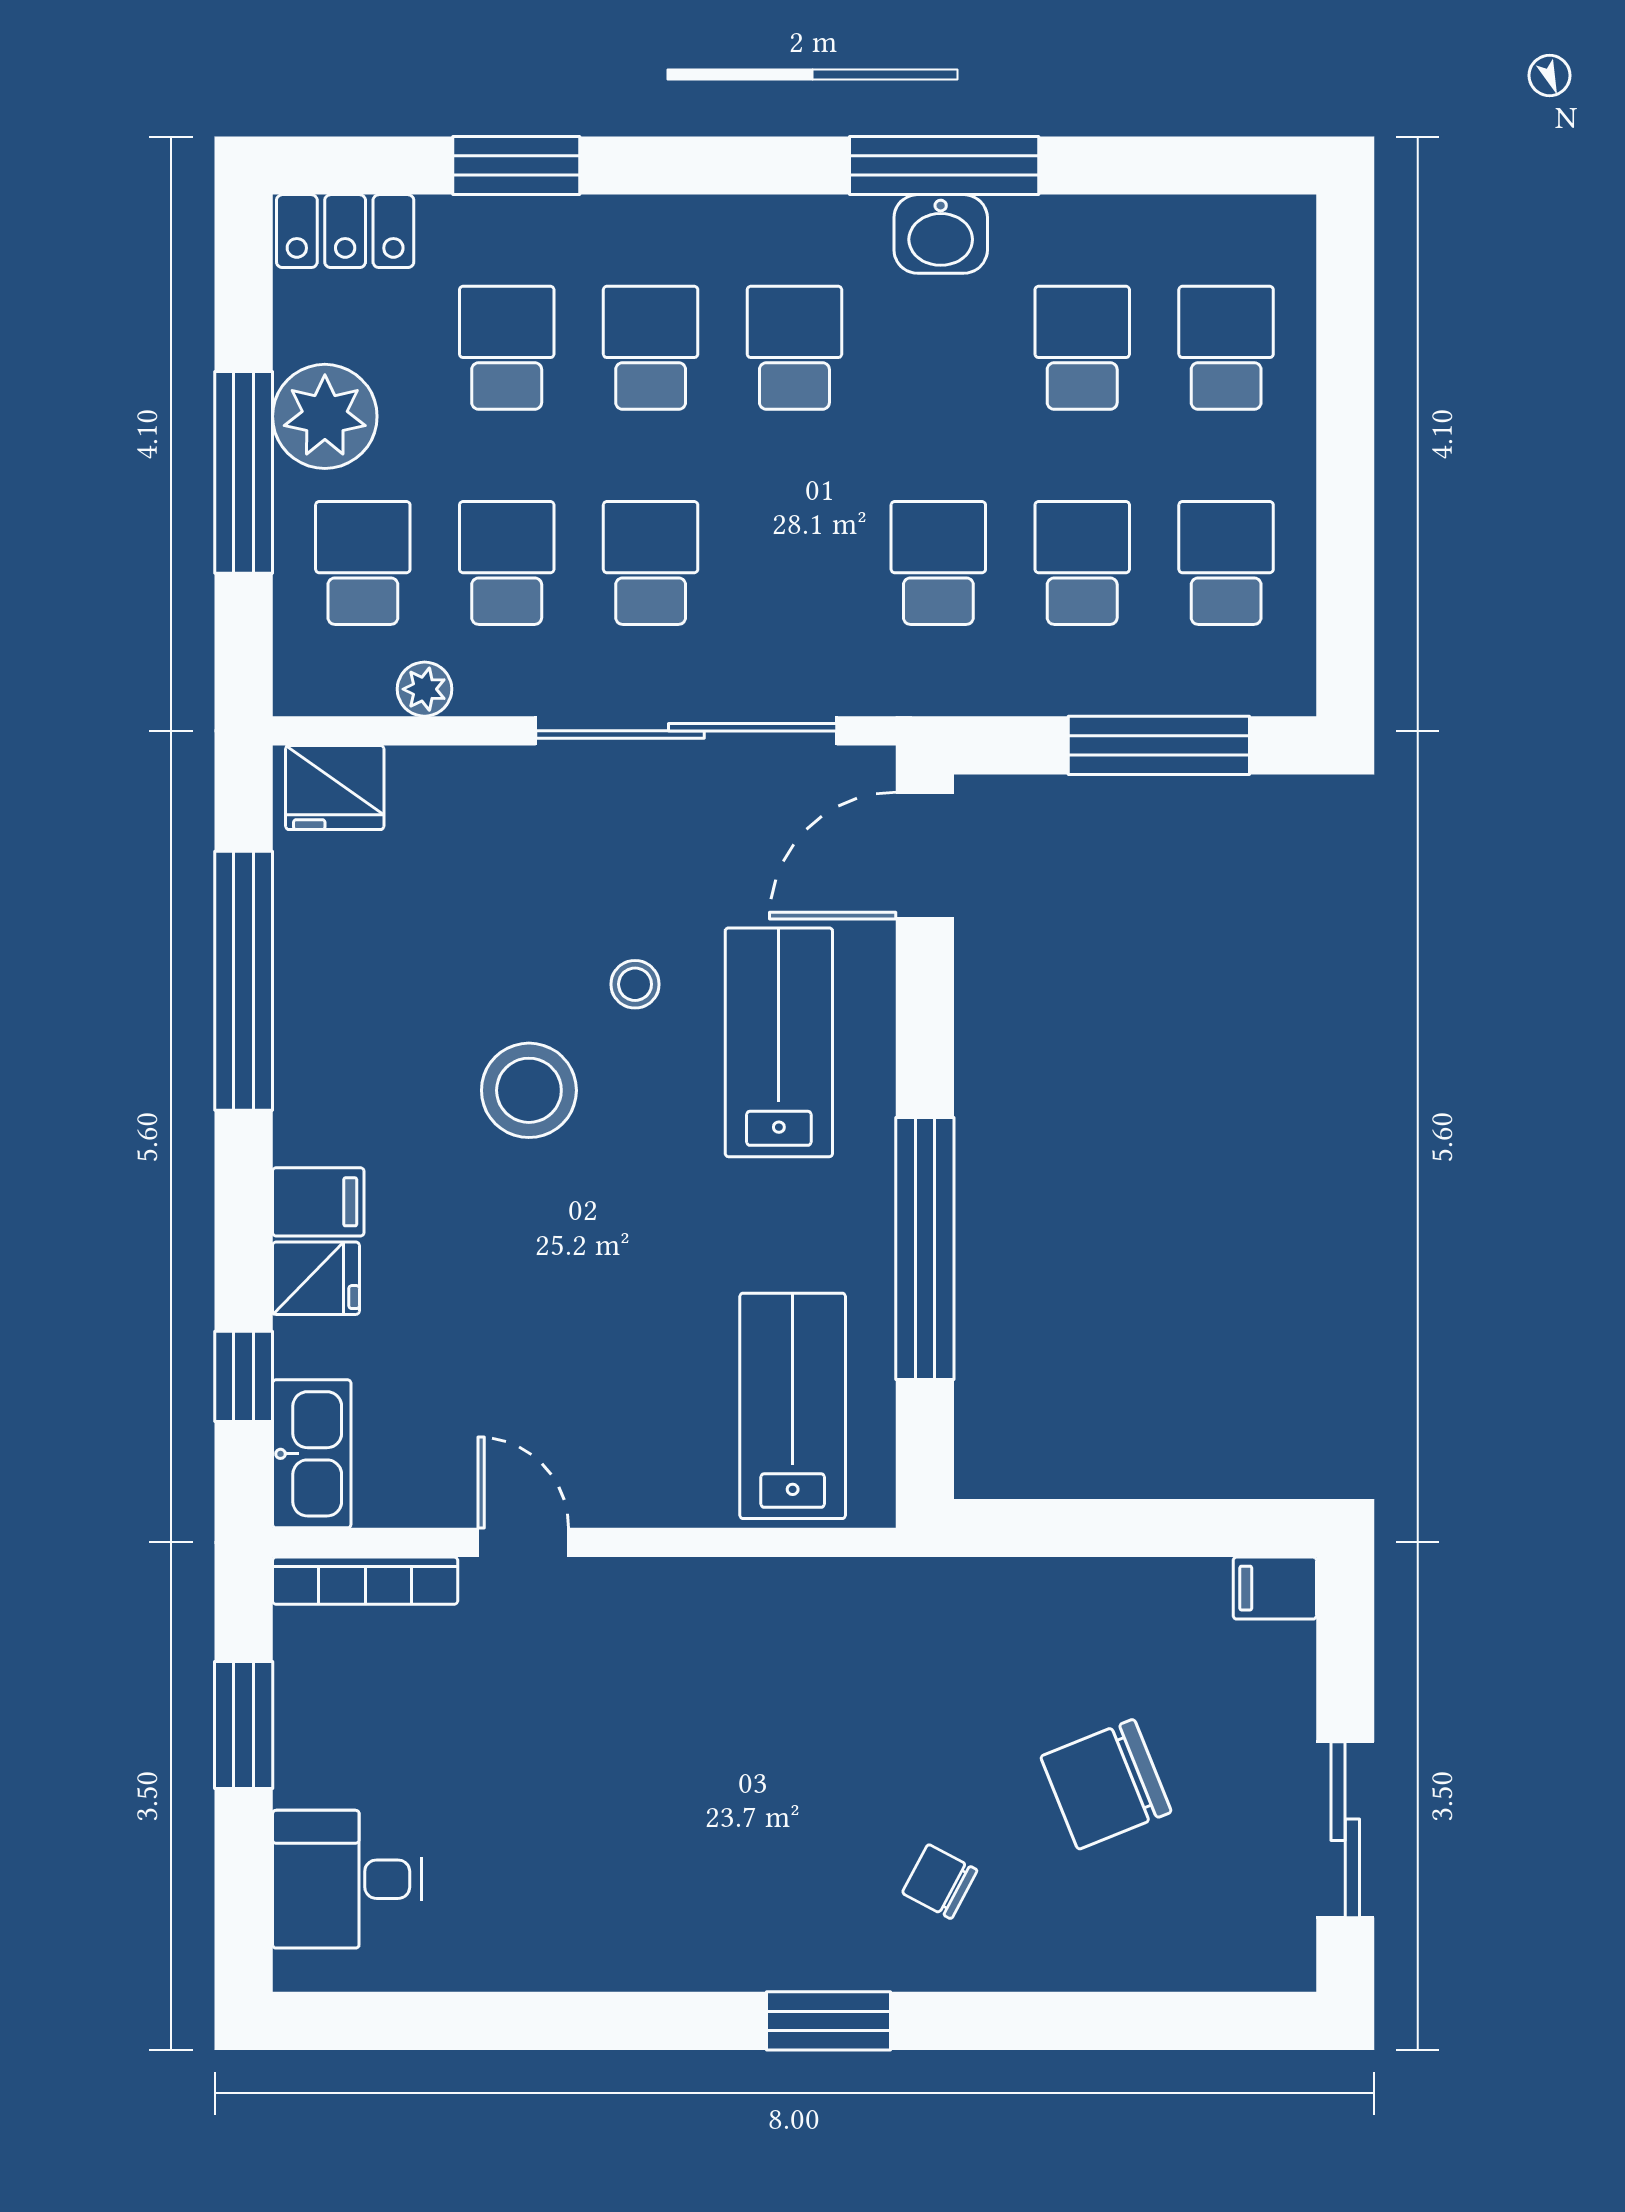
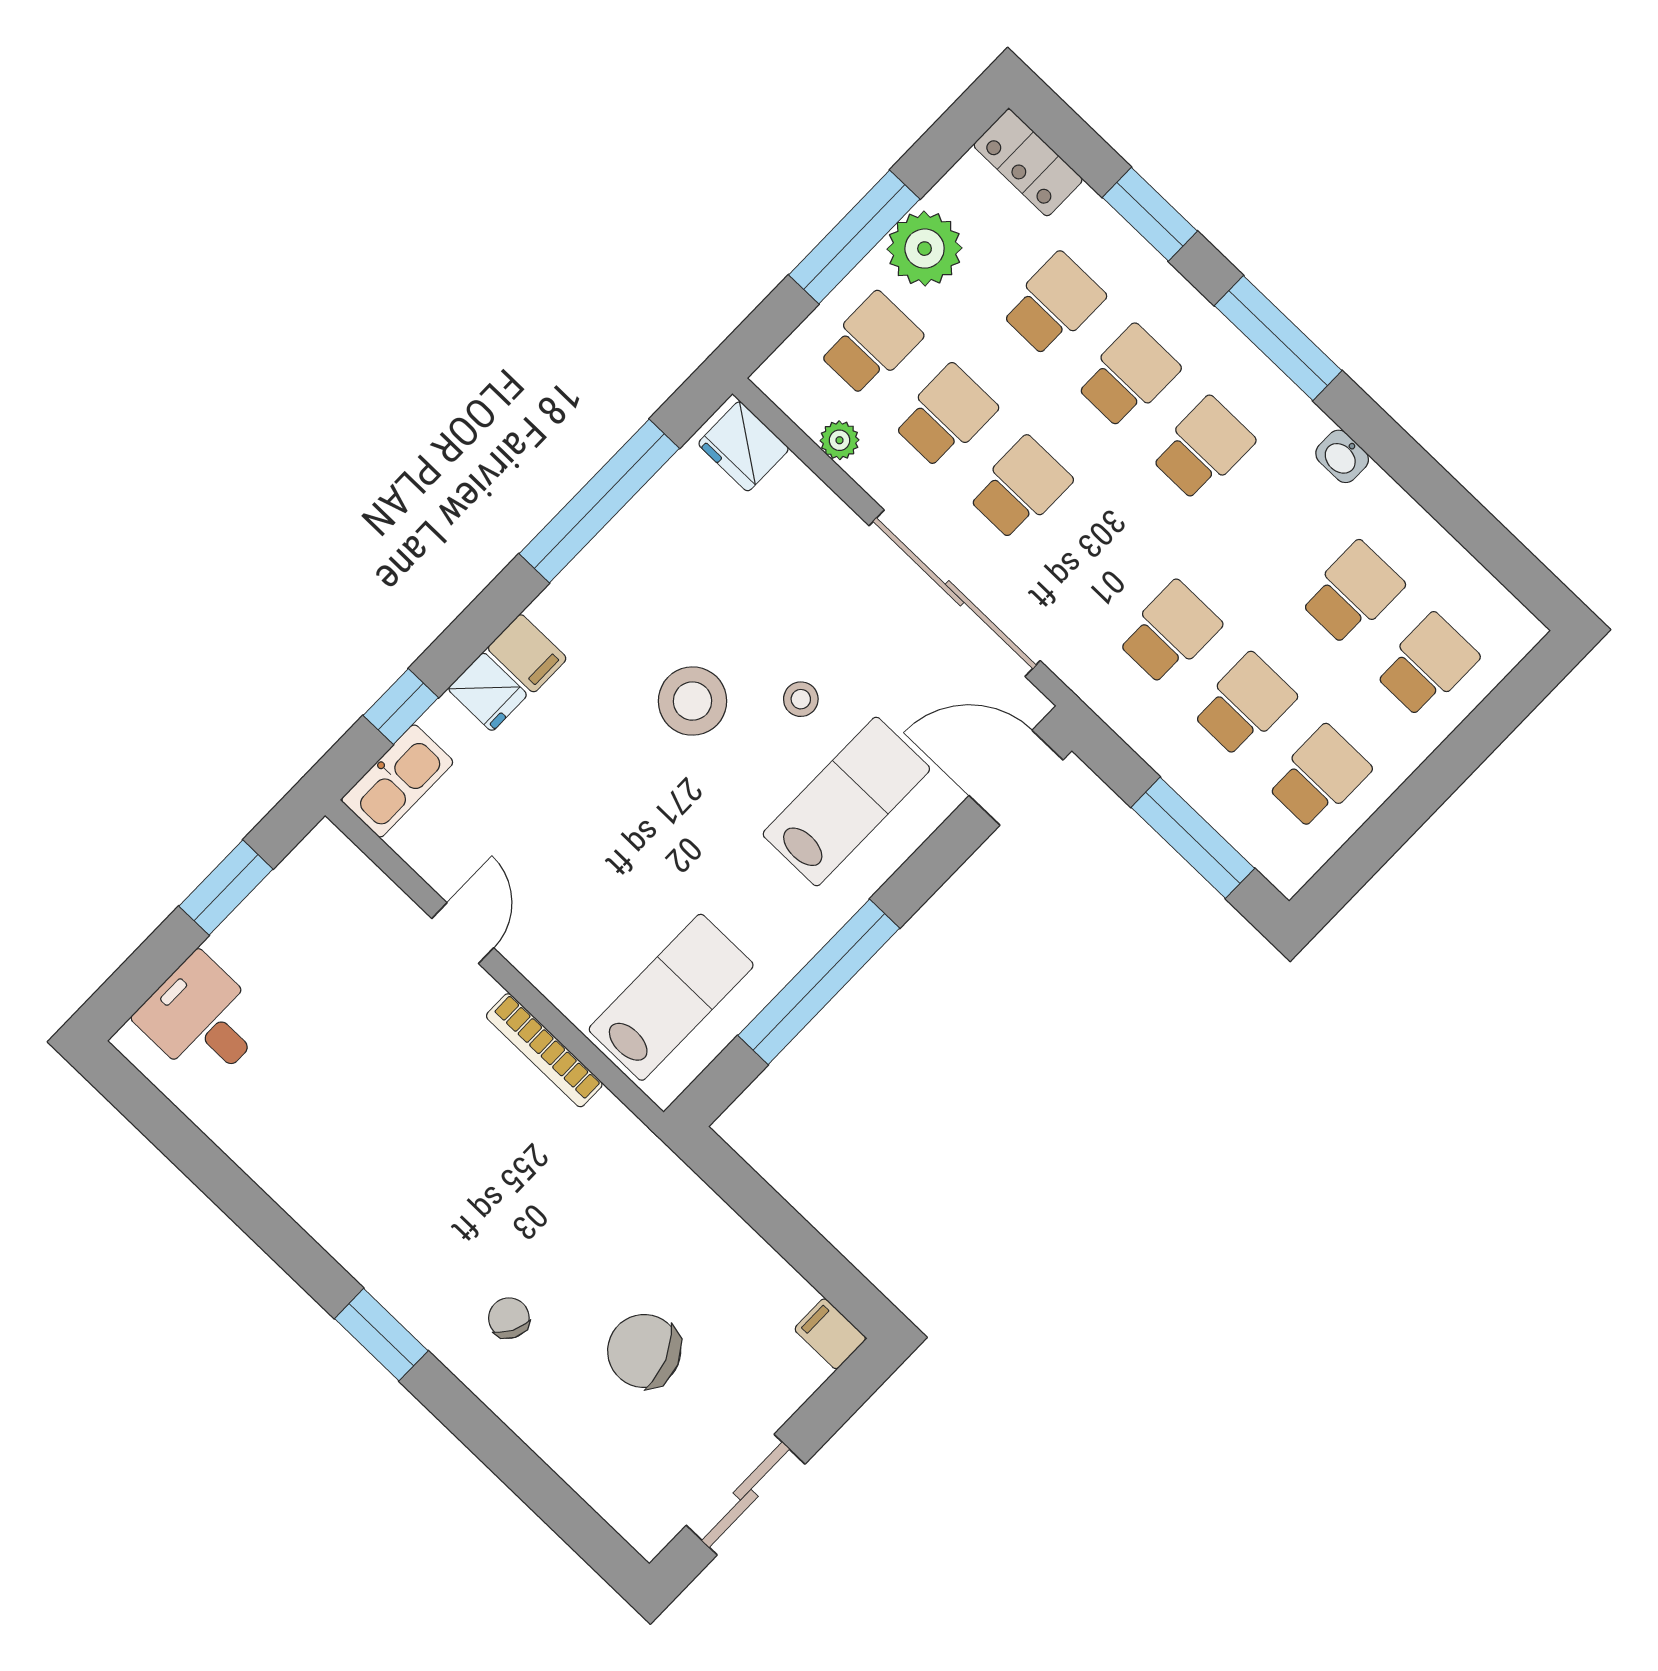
window: (944, 165) -> (1278, 338), moved
washbasin: (941, 234) -> (1342, 456), width x0.72, depth x0.69
bookcase: (365, 1581) -> (544, 1050), moved

